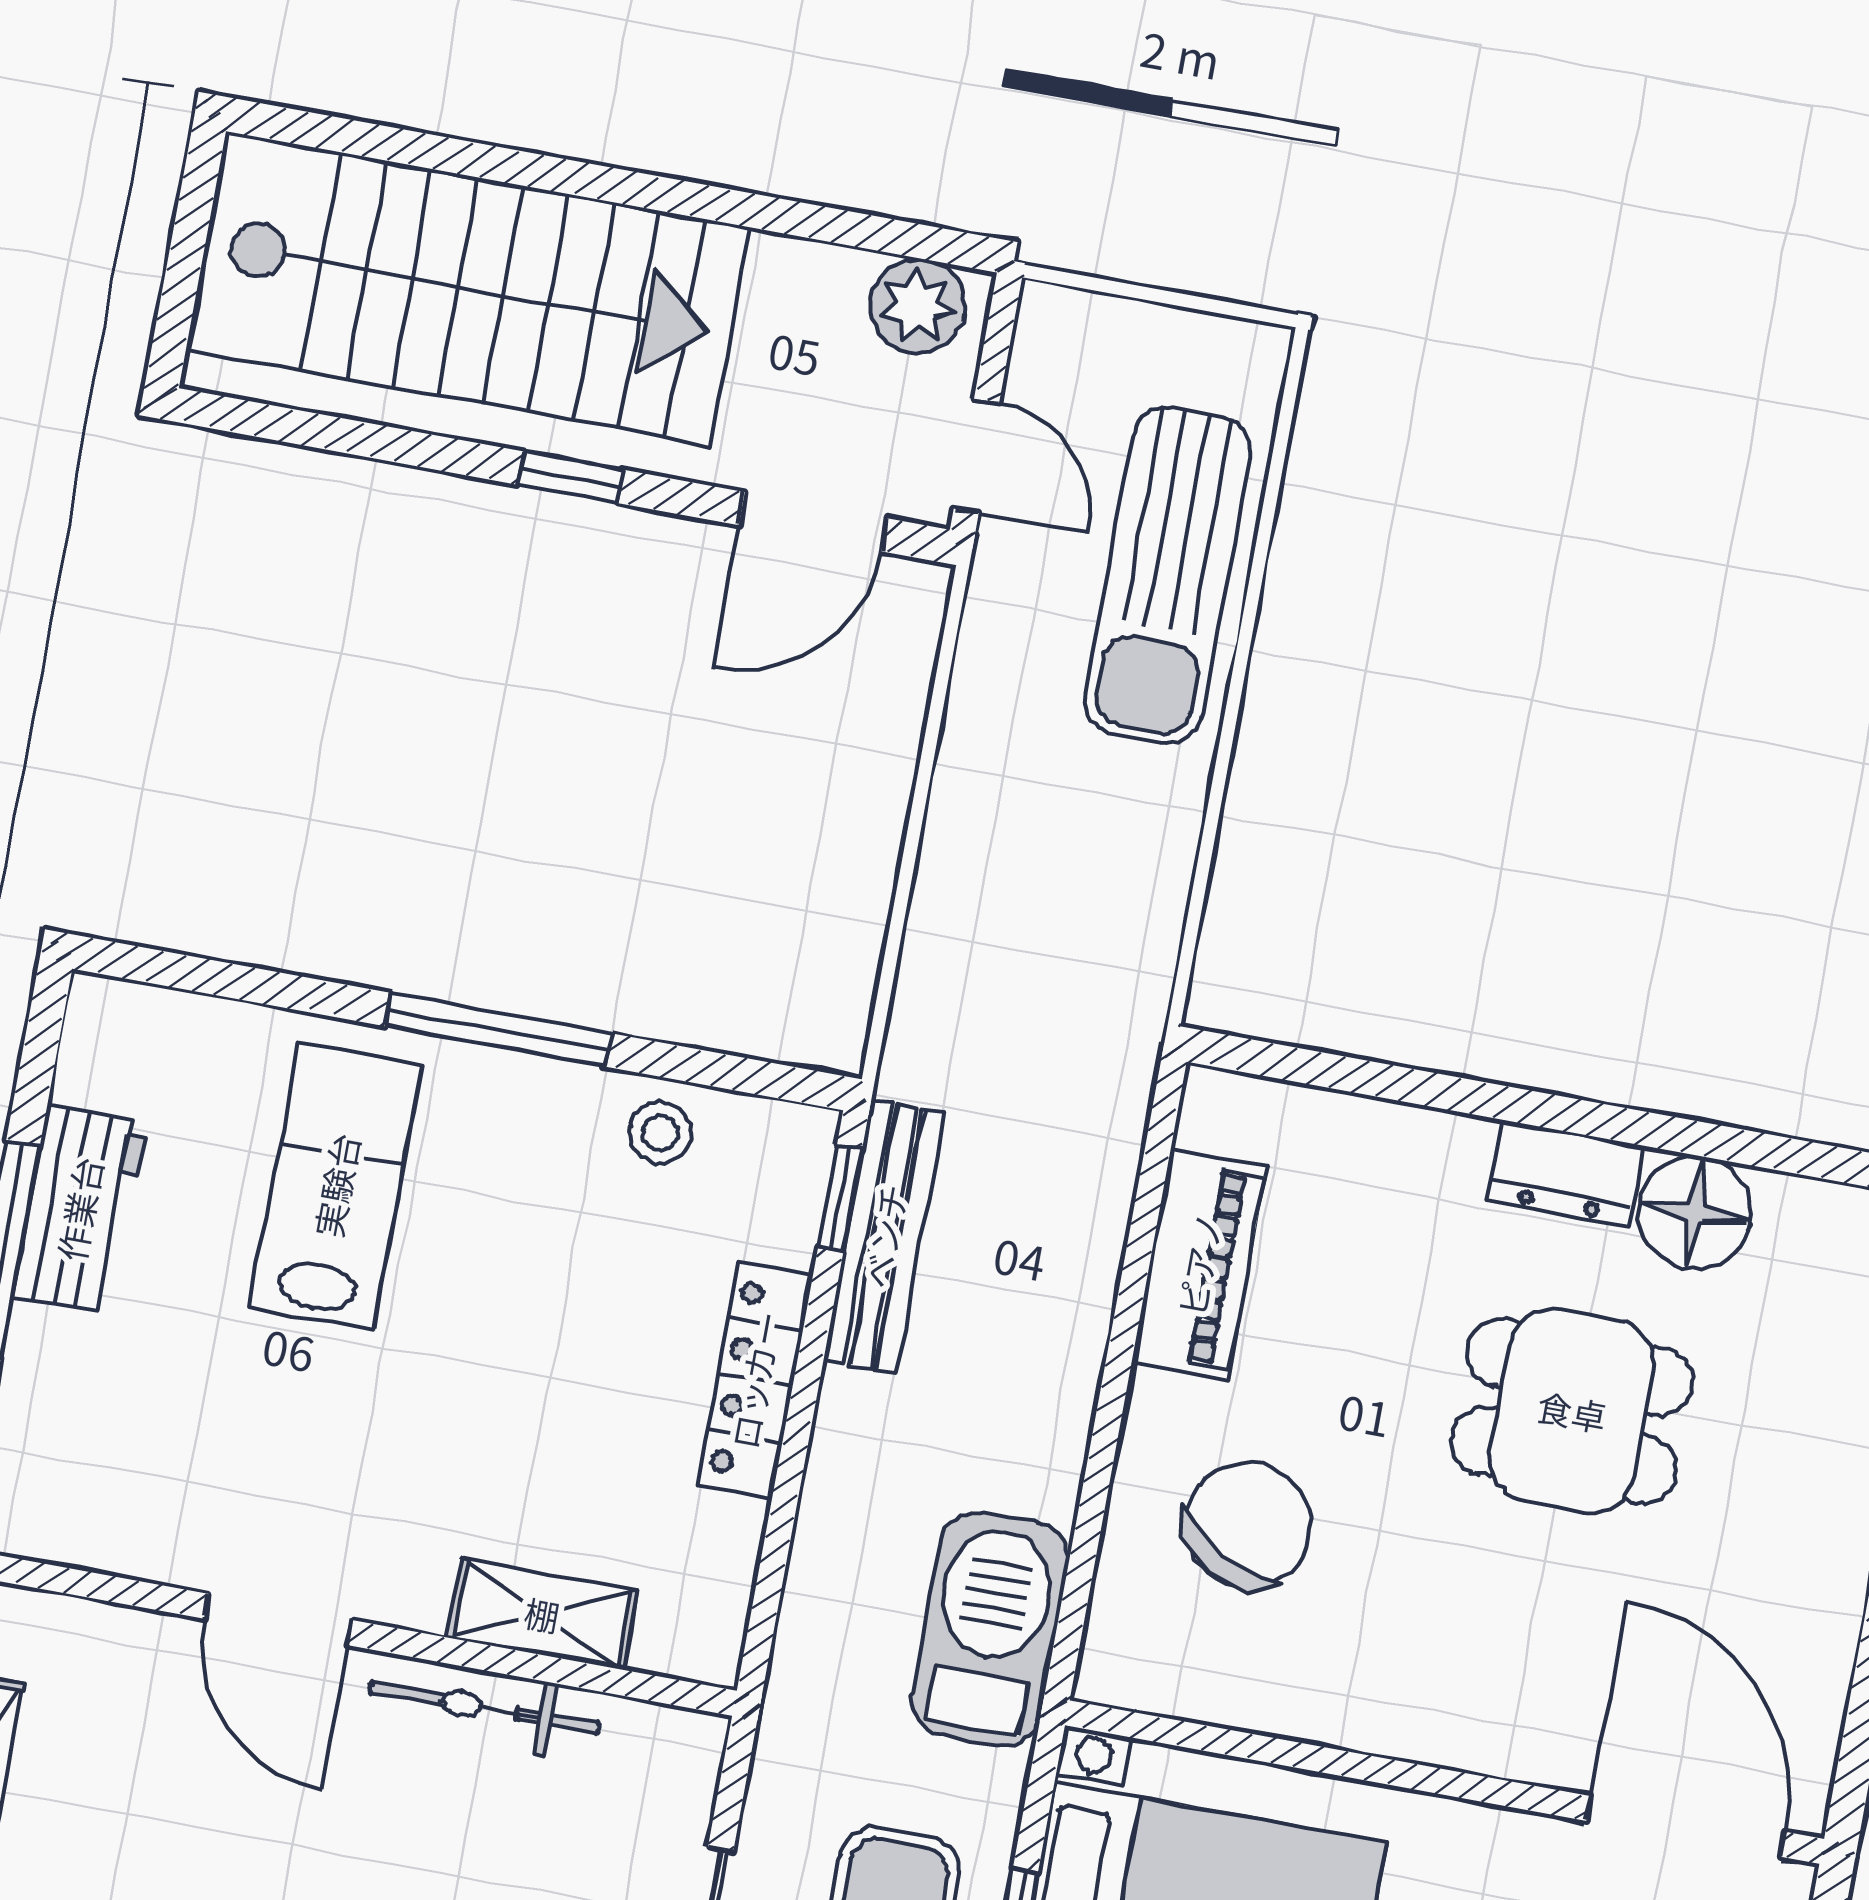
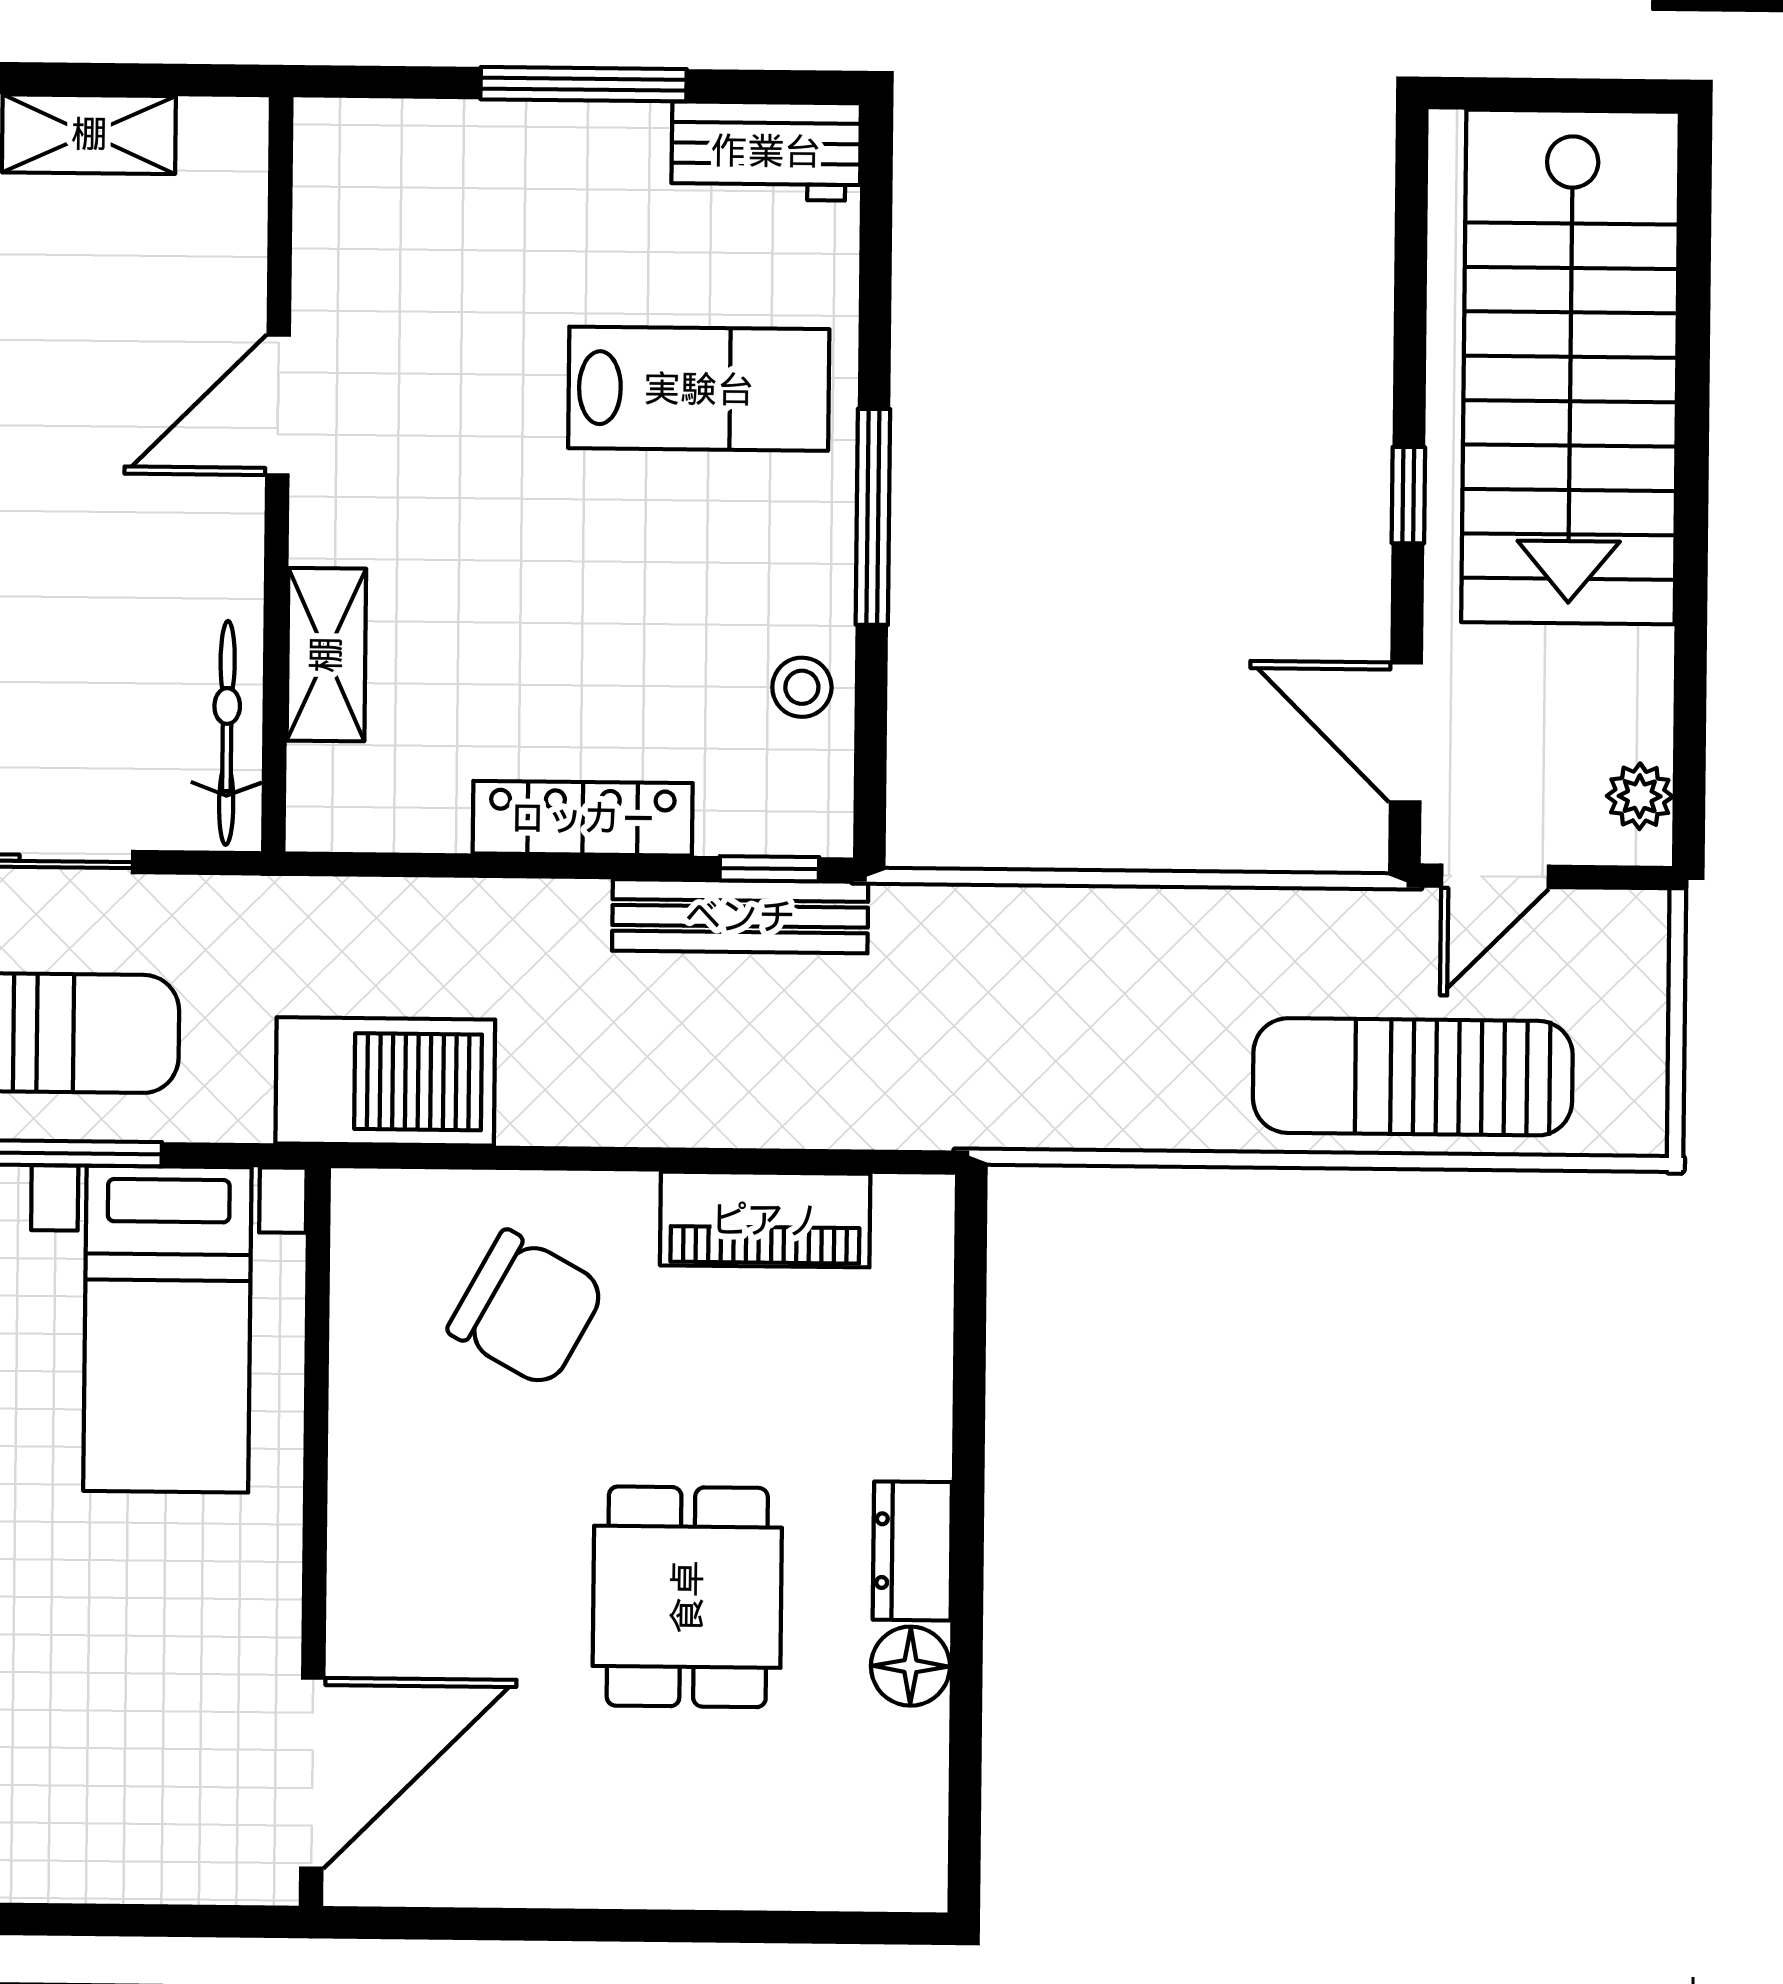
plant: (918, 306) -> (1640, 796), width x0.73, depth x0.73
workbench: (79, 1209) -> (766, 151), moved
floor lamp: (1695, 1213) -> (910, 1666), width x0.73, depth x0.73
bicycle: (484, 1708) -> (227, 733), moved

